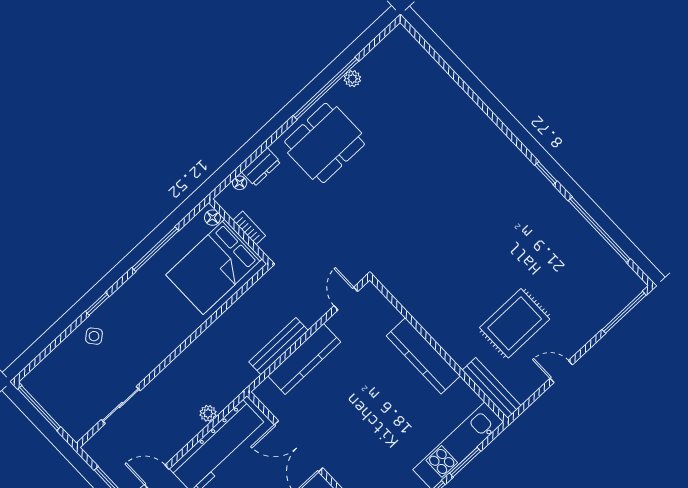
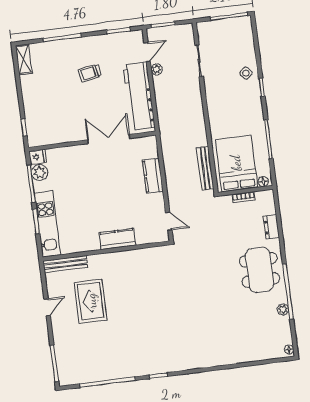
floor lamp: (240, 183) -> (289, 349), moved
bench: (278, 346) -> (205, 168), moved
kitchen counter: (423, 356) -> (117, 239), width x0.67
kitchen counter: (304, 359) -> (153, 176), width x0.67
plant: (208, 413) -> (157, 69), moved

